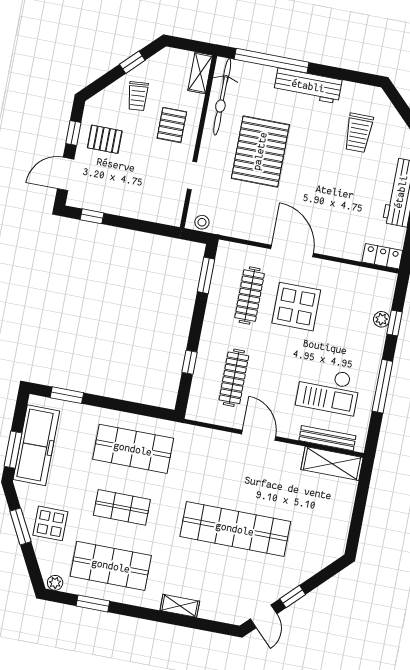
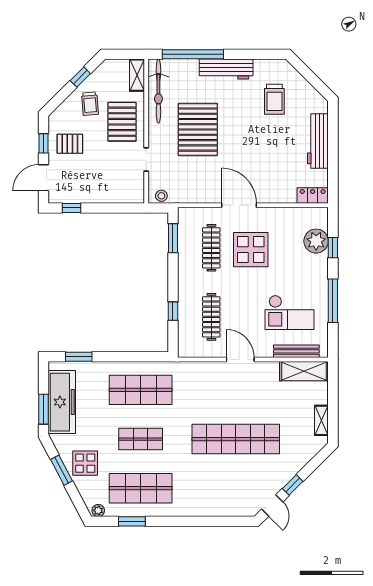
pallet: (172, 125) -> (122, 122), width x1.50, depth x1.42
plant: (381, 319) -> (316, 241), width x1.88, depth x1.88
shelving: (180, 606) -> (321, 420), moved, turned 90

